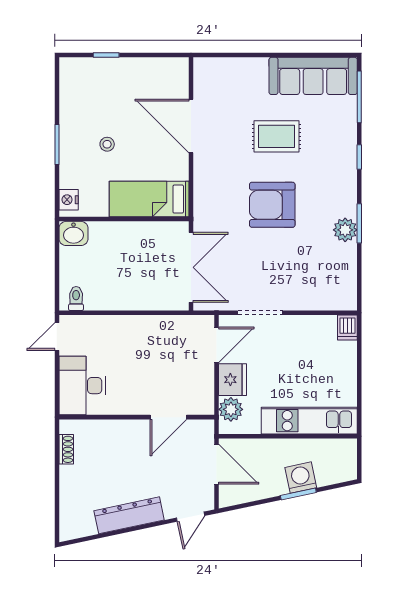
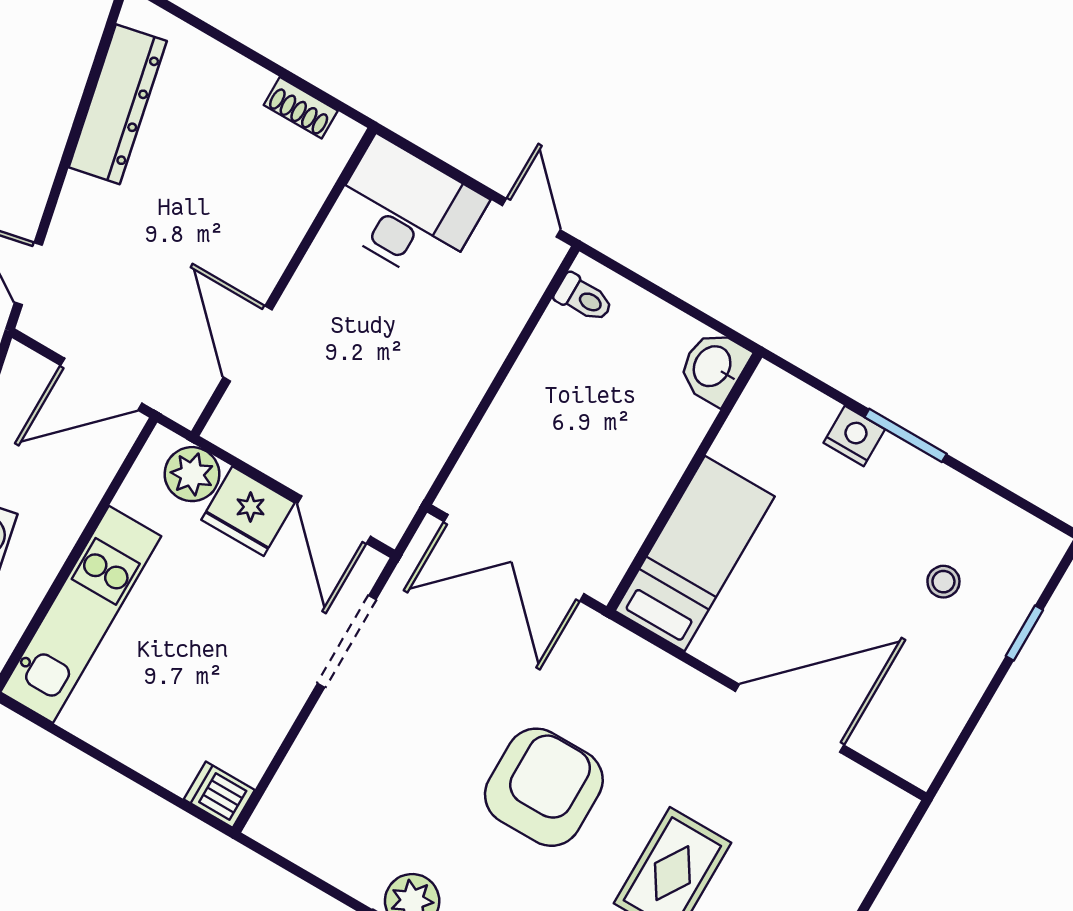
stool: (107, 144) -> (943, 582), moved
nightstand: (69, 200) -> (854, 436), moved
dresser: (129, 515) -> (118, 104), moved

